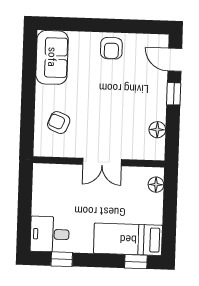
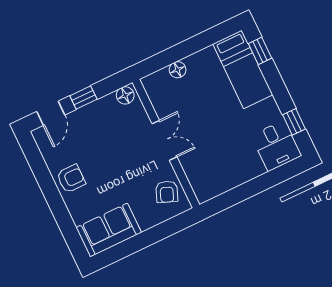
wall: (99, 162) -> (166, 144), moved
double door: (102, 162) -> (164, 140), moved

